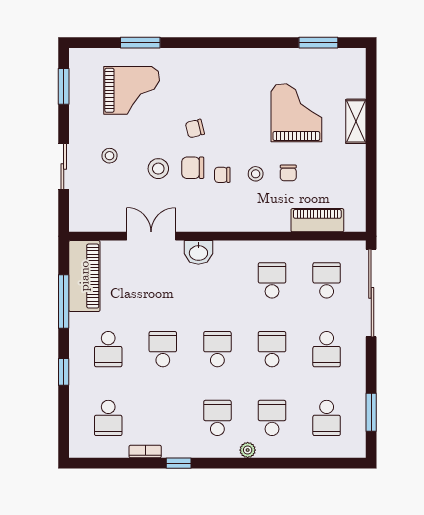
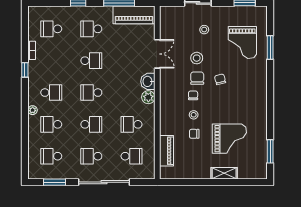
plant: (225, 252) -> (148, 97), added
school desk: (272, 280) -> (131, 124), turned 180
sliding door: (371, 293) -> (104, 182), moved
school desk: (217, 349) -> (91, 93), turned 180
school desk: (272, 418) -> (51, 124), turned 180

